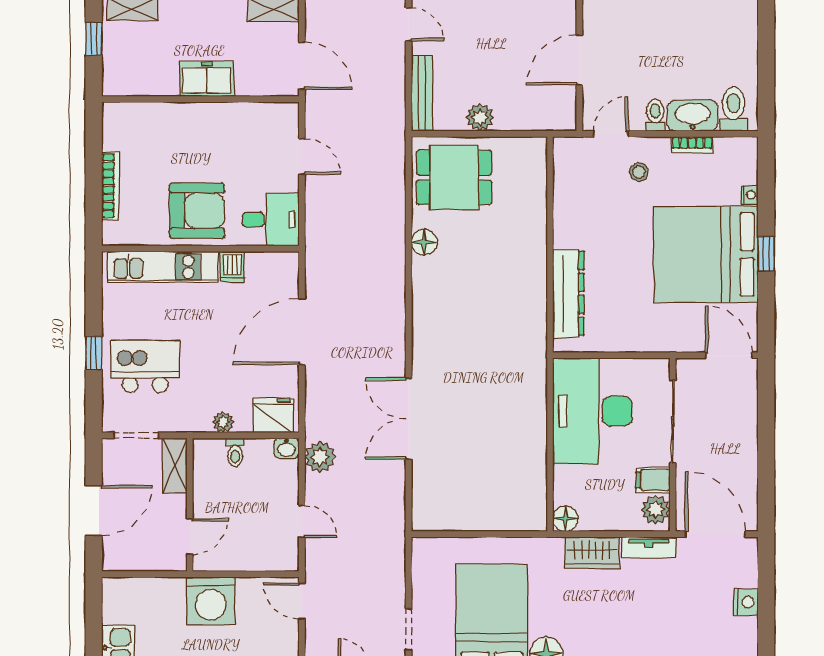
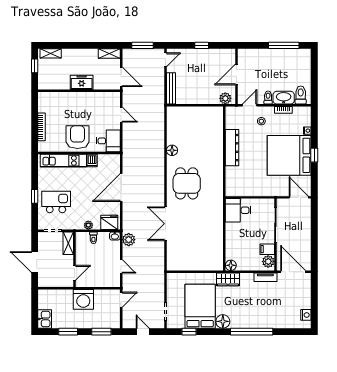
door: (409, 24) -> (166, 60), hinge flipped
plant: (480, 117) -> (225, 98), moved
dining table: (454, 177) -> (187, 183), moved, turned 90
armchair: (197, 211) -> (78, 137), turned -90
dresser: (568, 293) -> (232, 148), moved
desk: (592, 411) -> (238, 210), width x0.53, depth x0.77
door: (94, 511) -> (35, 262), swing flipped
wardrobe: (592, 553) -> (228, 279), moved
door: (302, 601) -> (121, 300), swing flipped
nightstand: (746, 602) -> (306, 315), moved

